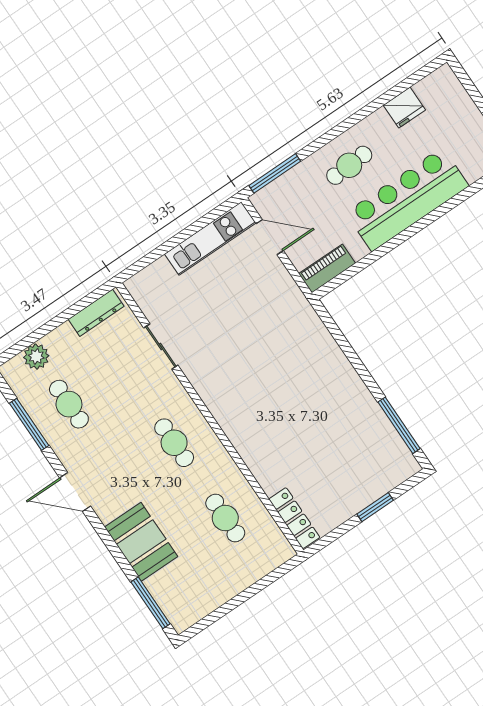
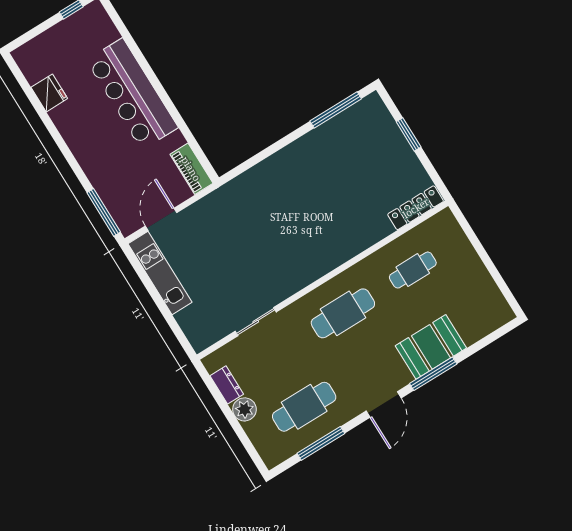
cafe table: (349, 165) -> (99, 145), removed
dresser: (96, 313) -> (227, 385), width x0.70
plant: (36, 357) -> (244, 409), moved
cafe table: (69, 404) -> (304, 407), width x1.37, depth x1.35
cafe table: (174, 443) -> (343, 313), width x1.37, depth x1.35
window: (150, 603) -> (433, 374), moved

